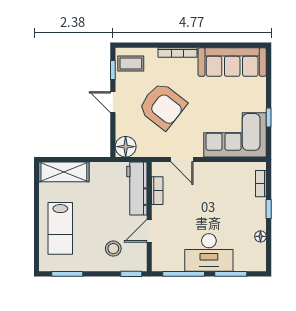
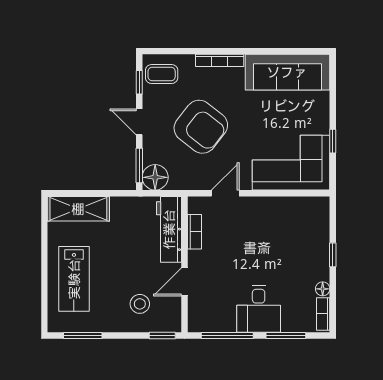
window: (113, 137) -> (139, 165), added
door: (182, 159) -> (225, 193), swing flipped
bookcase: (261, 184) -> (323, 314), moved
desk: (209, 253) -> (259, 309), width x0.73

